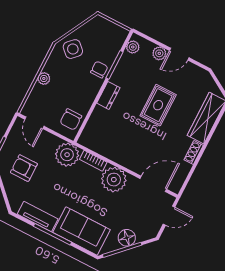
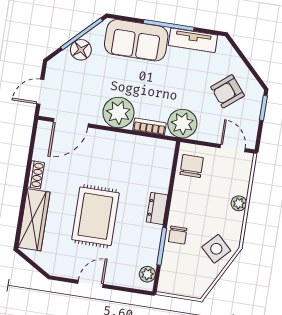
plant: (159, 53) -> (114, 277), removed
rug: (158, 105) -> (95, 216), width x1.36, depth x1.43
armchair: (24, 168) -> (227, 91), turned 141

